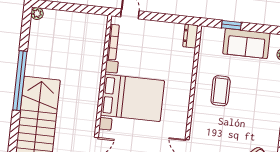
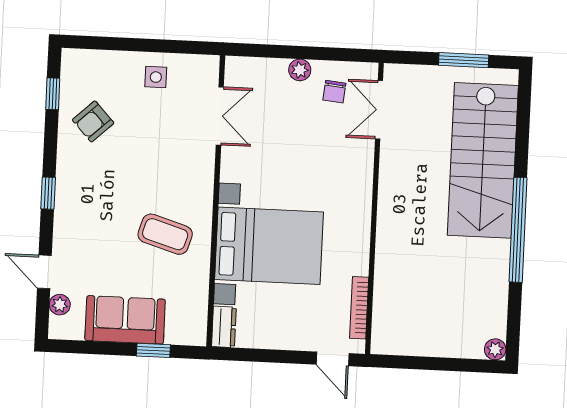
coffee table: (221, 91) -> (165, 234), turned -73
bed with nightstands: (132, 98) -> (269, 246), moved, turned 180

